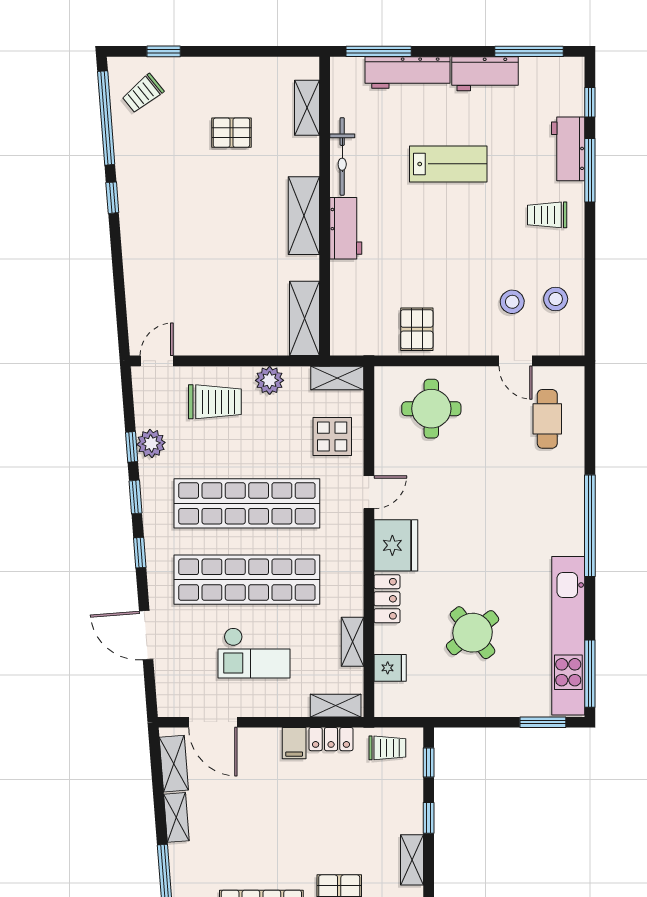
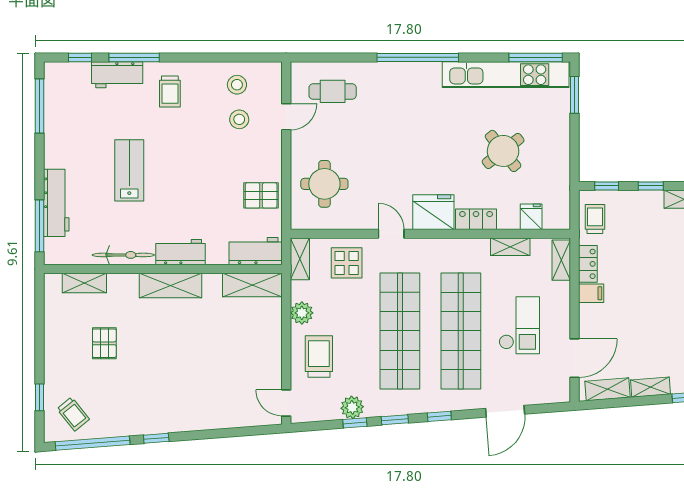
workbench: (485, 74) -> (256, 251), moved, turned -90

